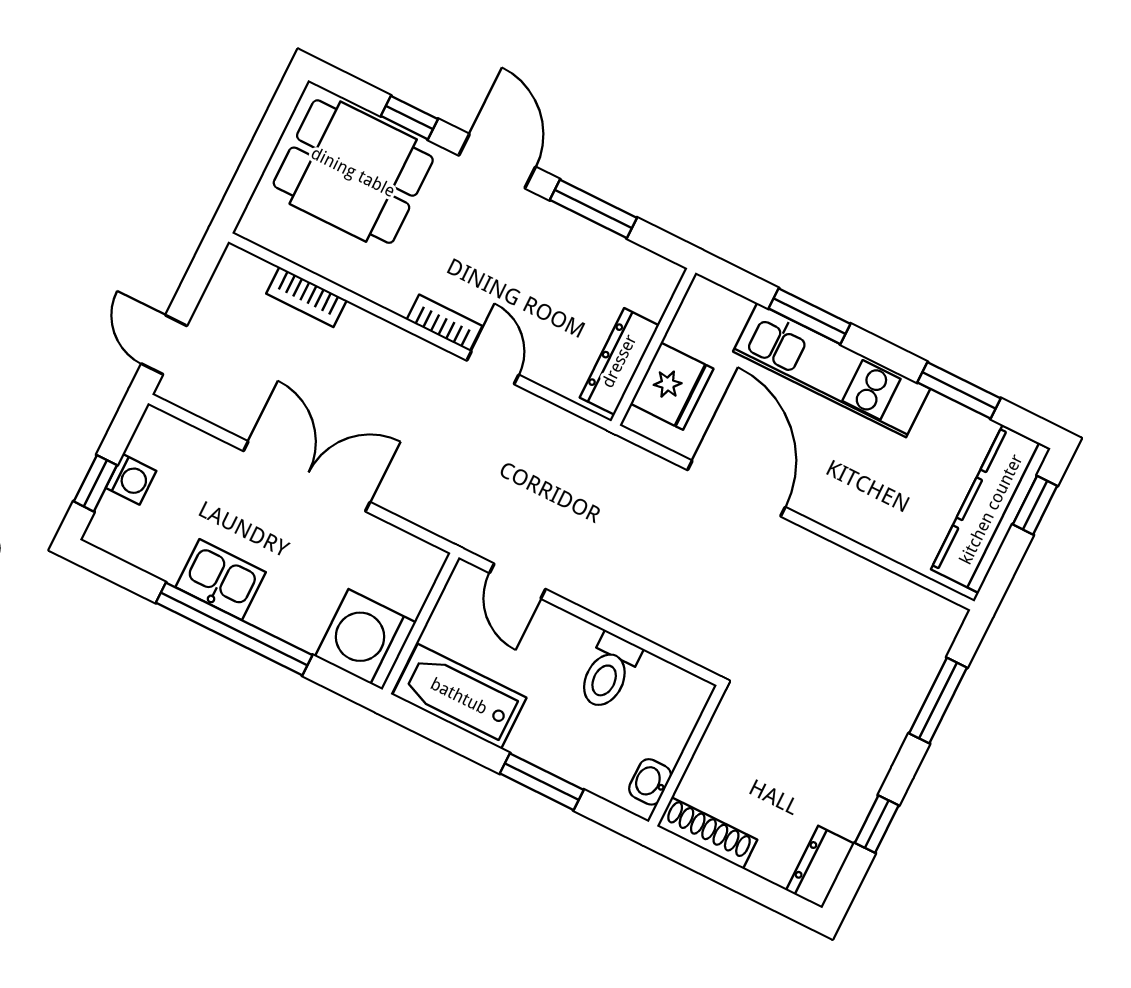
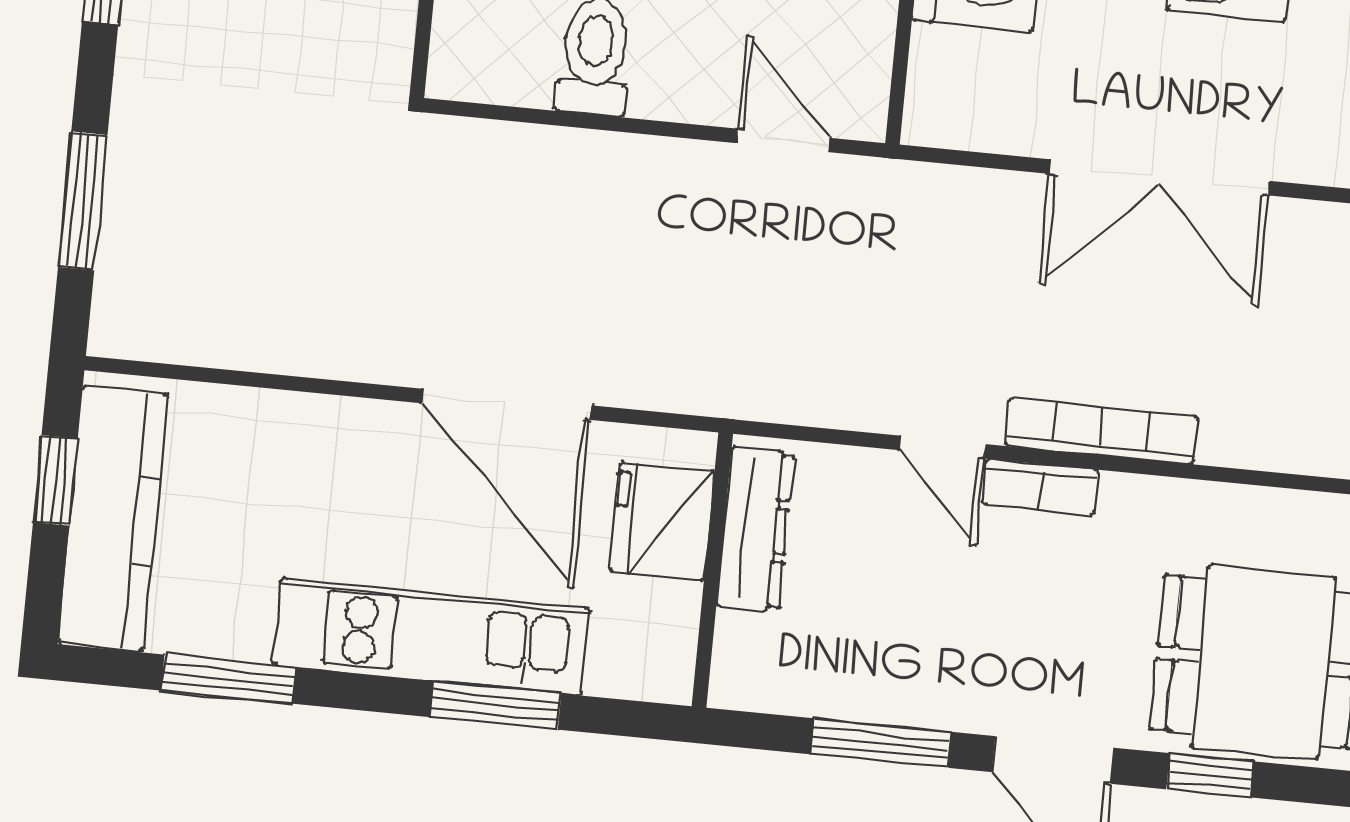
bookcase: (306, 297) -> (1101, 431), moved, width x1.56
window: (1035, 505) -> (55, 480), moved

